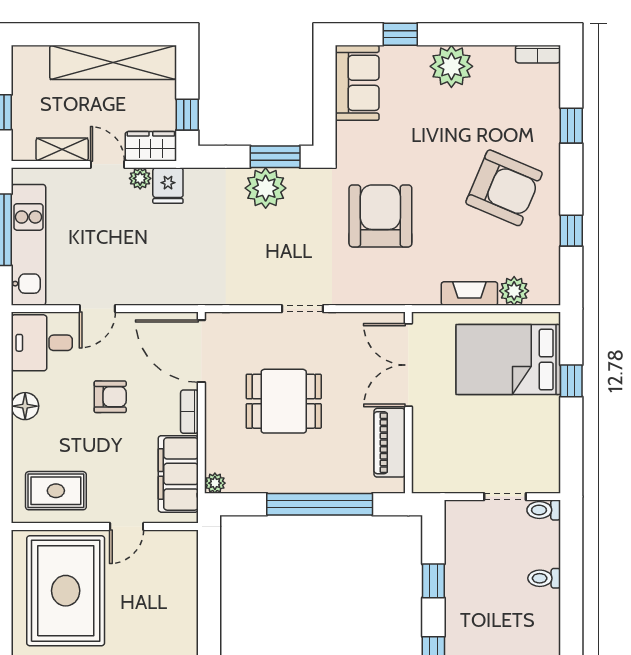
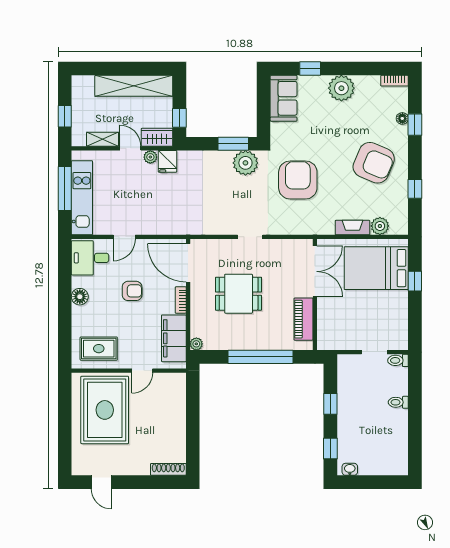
floor lamp: (551, 116) -> (402, 118), added
plant: (266, 188) -> (245, 163), moved
double door: (408, 365) -> (315, 271), swing flipped

